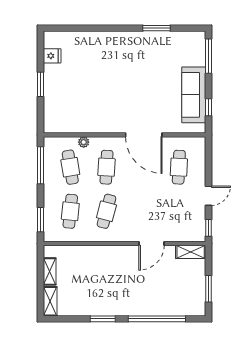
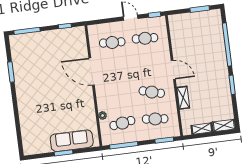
fridge: (52, 56) -> (41, 147), removed
sofa: (194, 95) -> (72, 141), moved, turned 180
door: (144, 135) -> (92, 71), swing flipped
cafe table: (106, 167) -> (145, 38), moved
door: (152, 243) -> (173, 70), moved
shelving: (191, 252) -> (183, 98), moved

